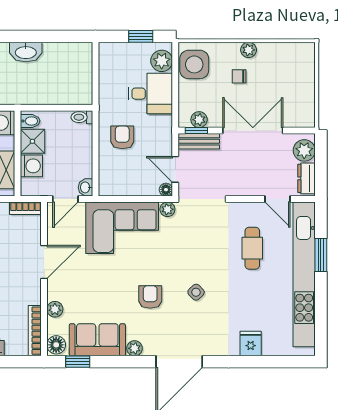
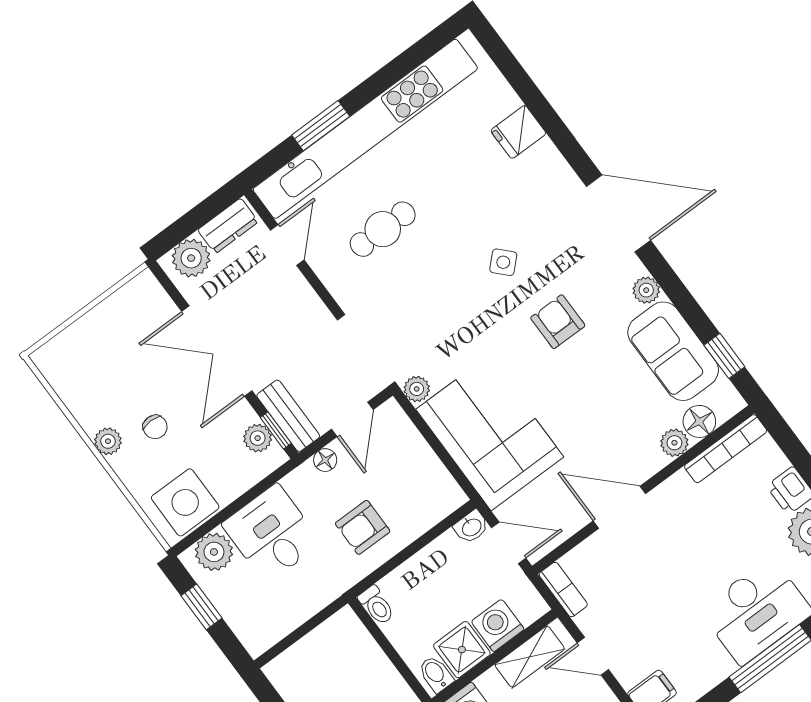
floor lamp: (166, 190) -> (325, 460), moved
armchair: (150, 297) -> (558, 322), turned 90
floor lamp: (56, 345) -> (699, 421), moved

